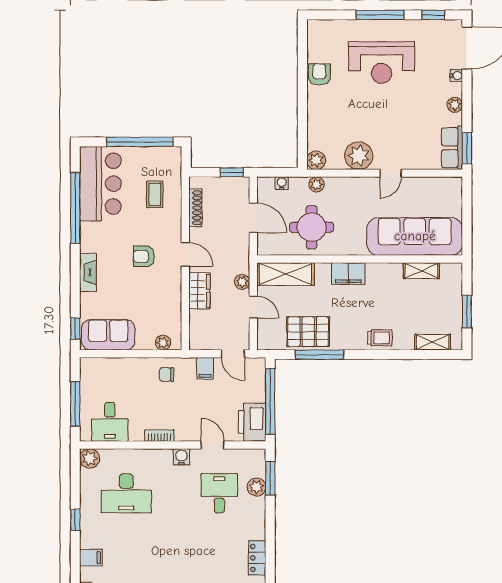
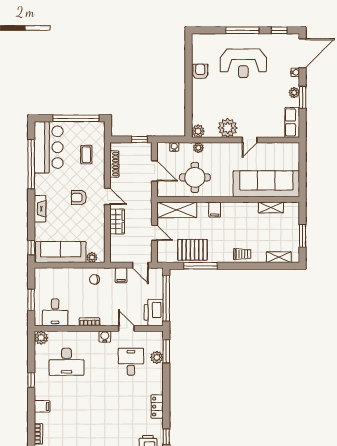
window: (467, 148) -> (303, 97), moved
filing cabinet: (348, 274) -> (215, 210), width x0.50
plant: (242, 282) -> (147, 215), removed
sofa: (108, 335) -> (61, 252), width x1.36
window: (75, 404) -> (31, 300), width x0.69

